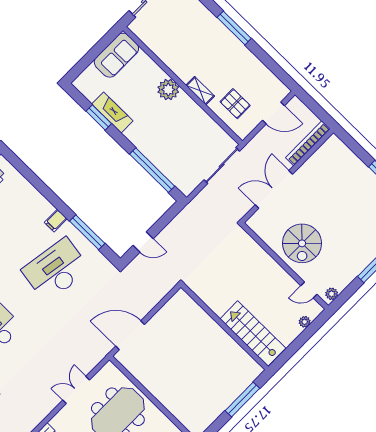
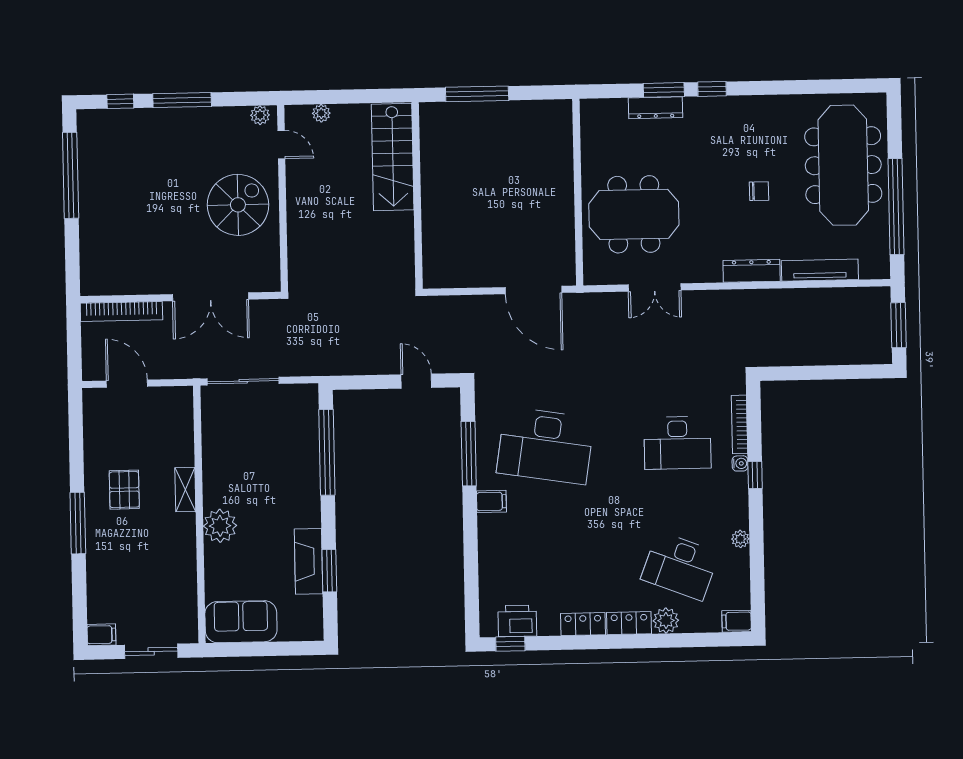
pallet: (235, 104) -> (124, 490), moved

